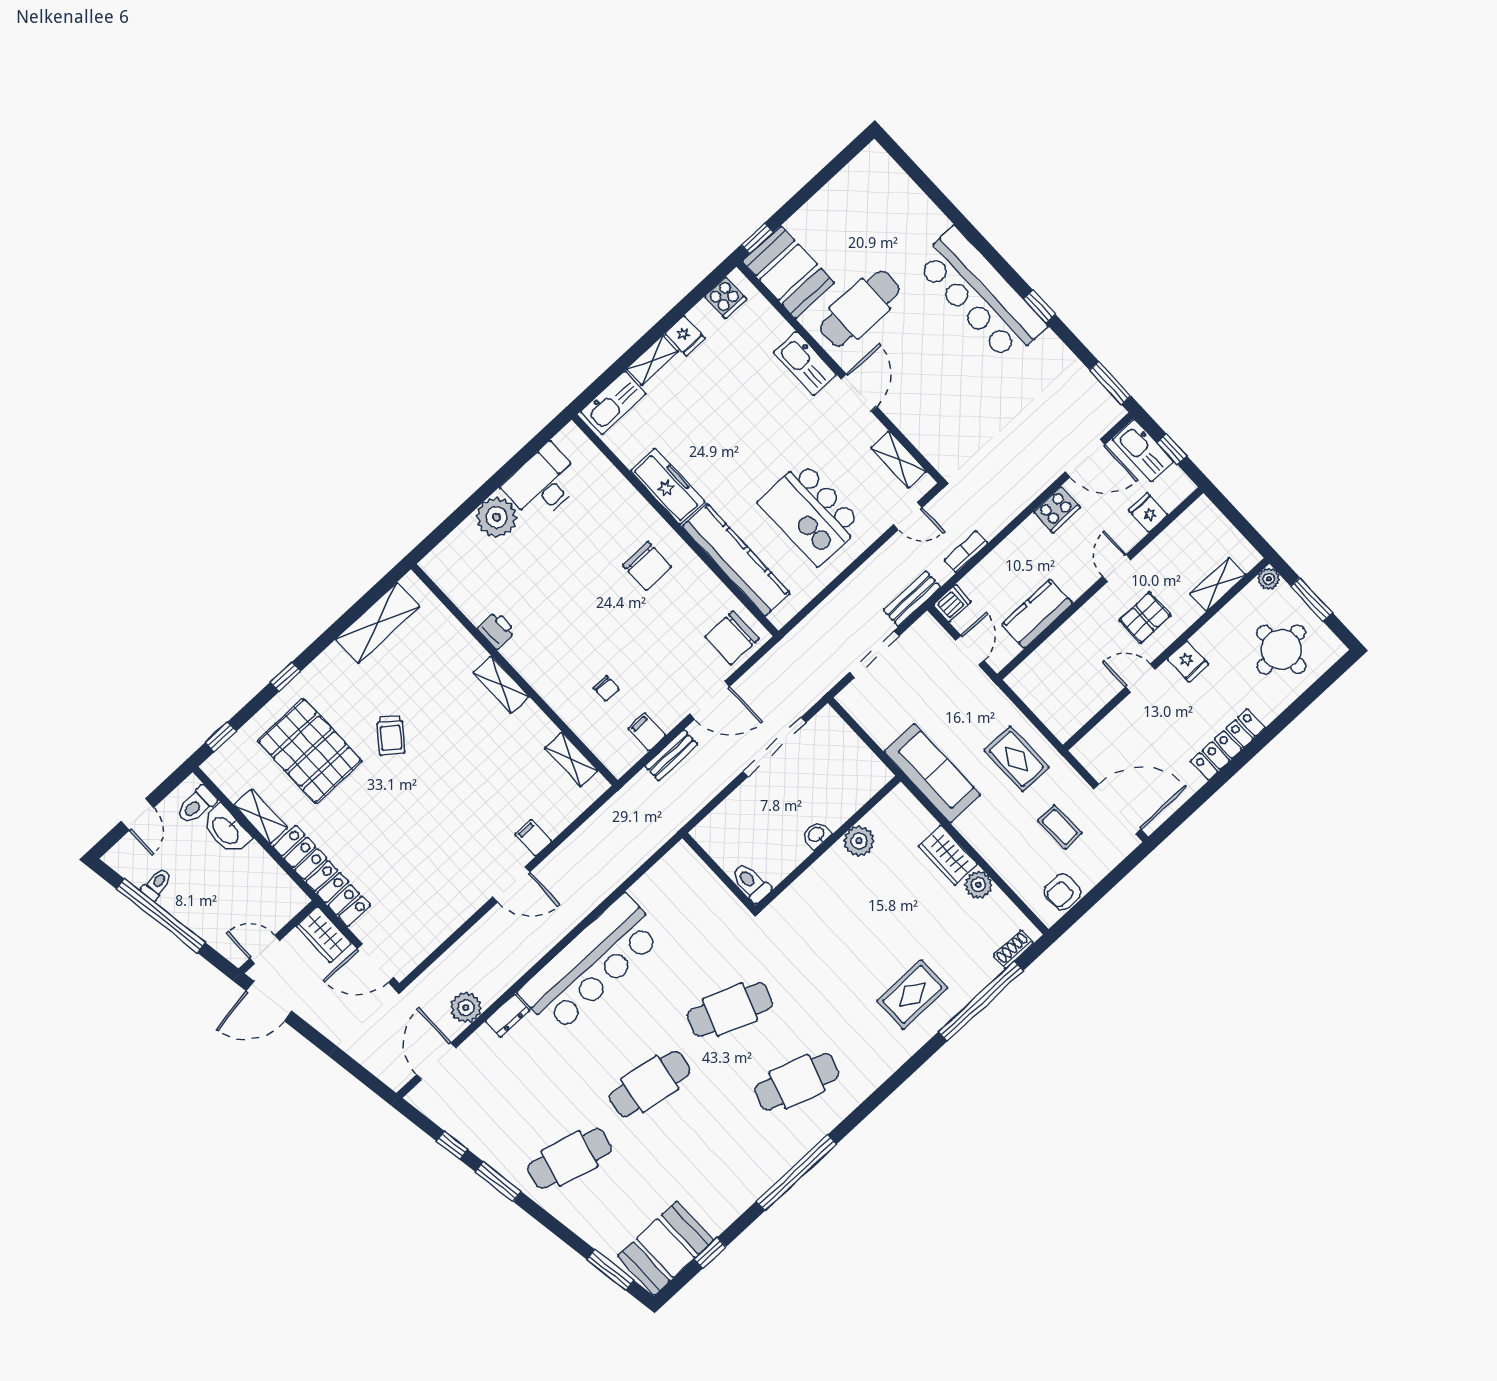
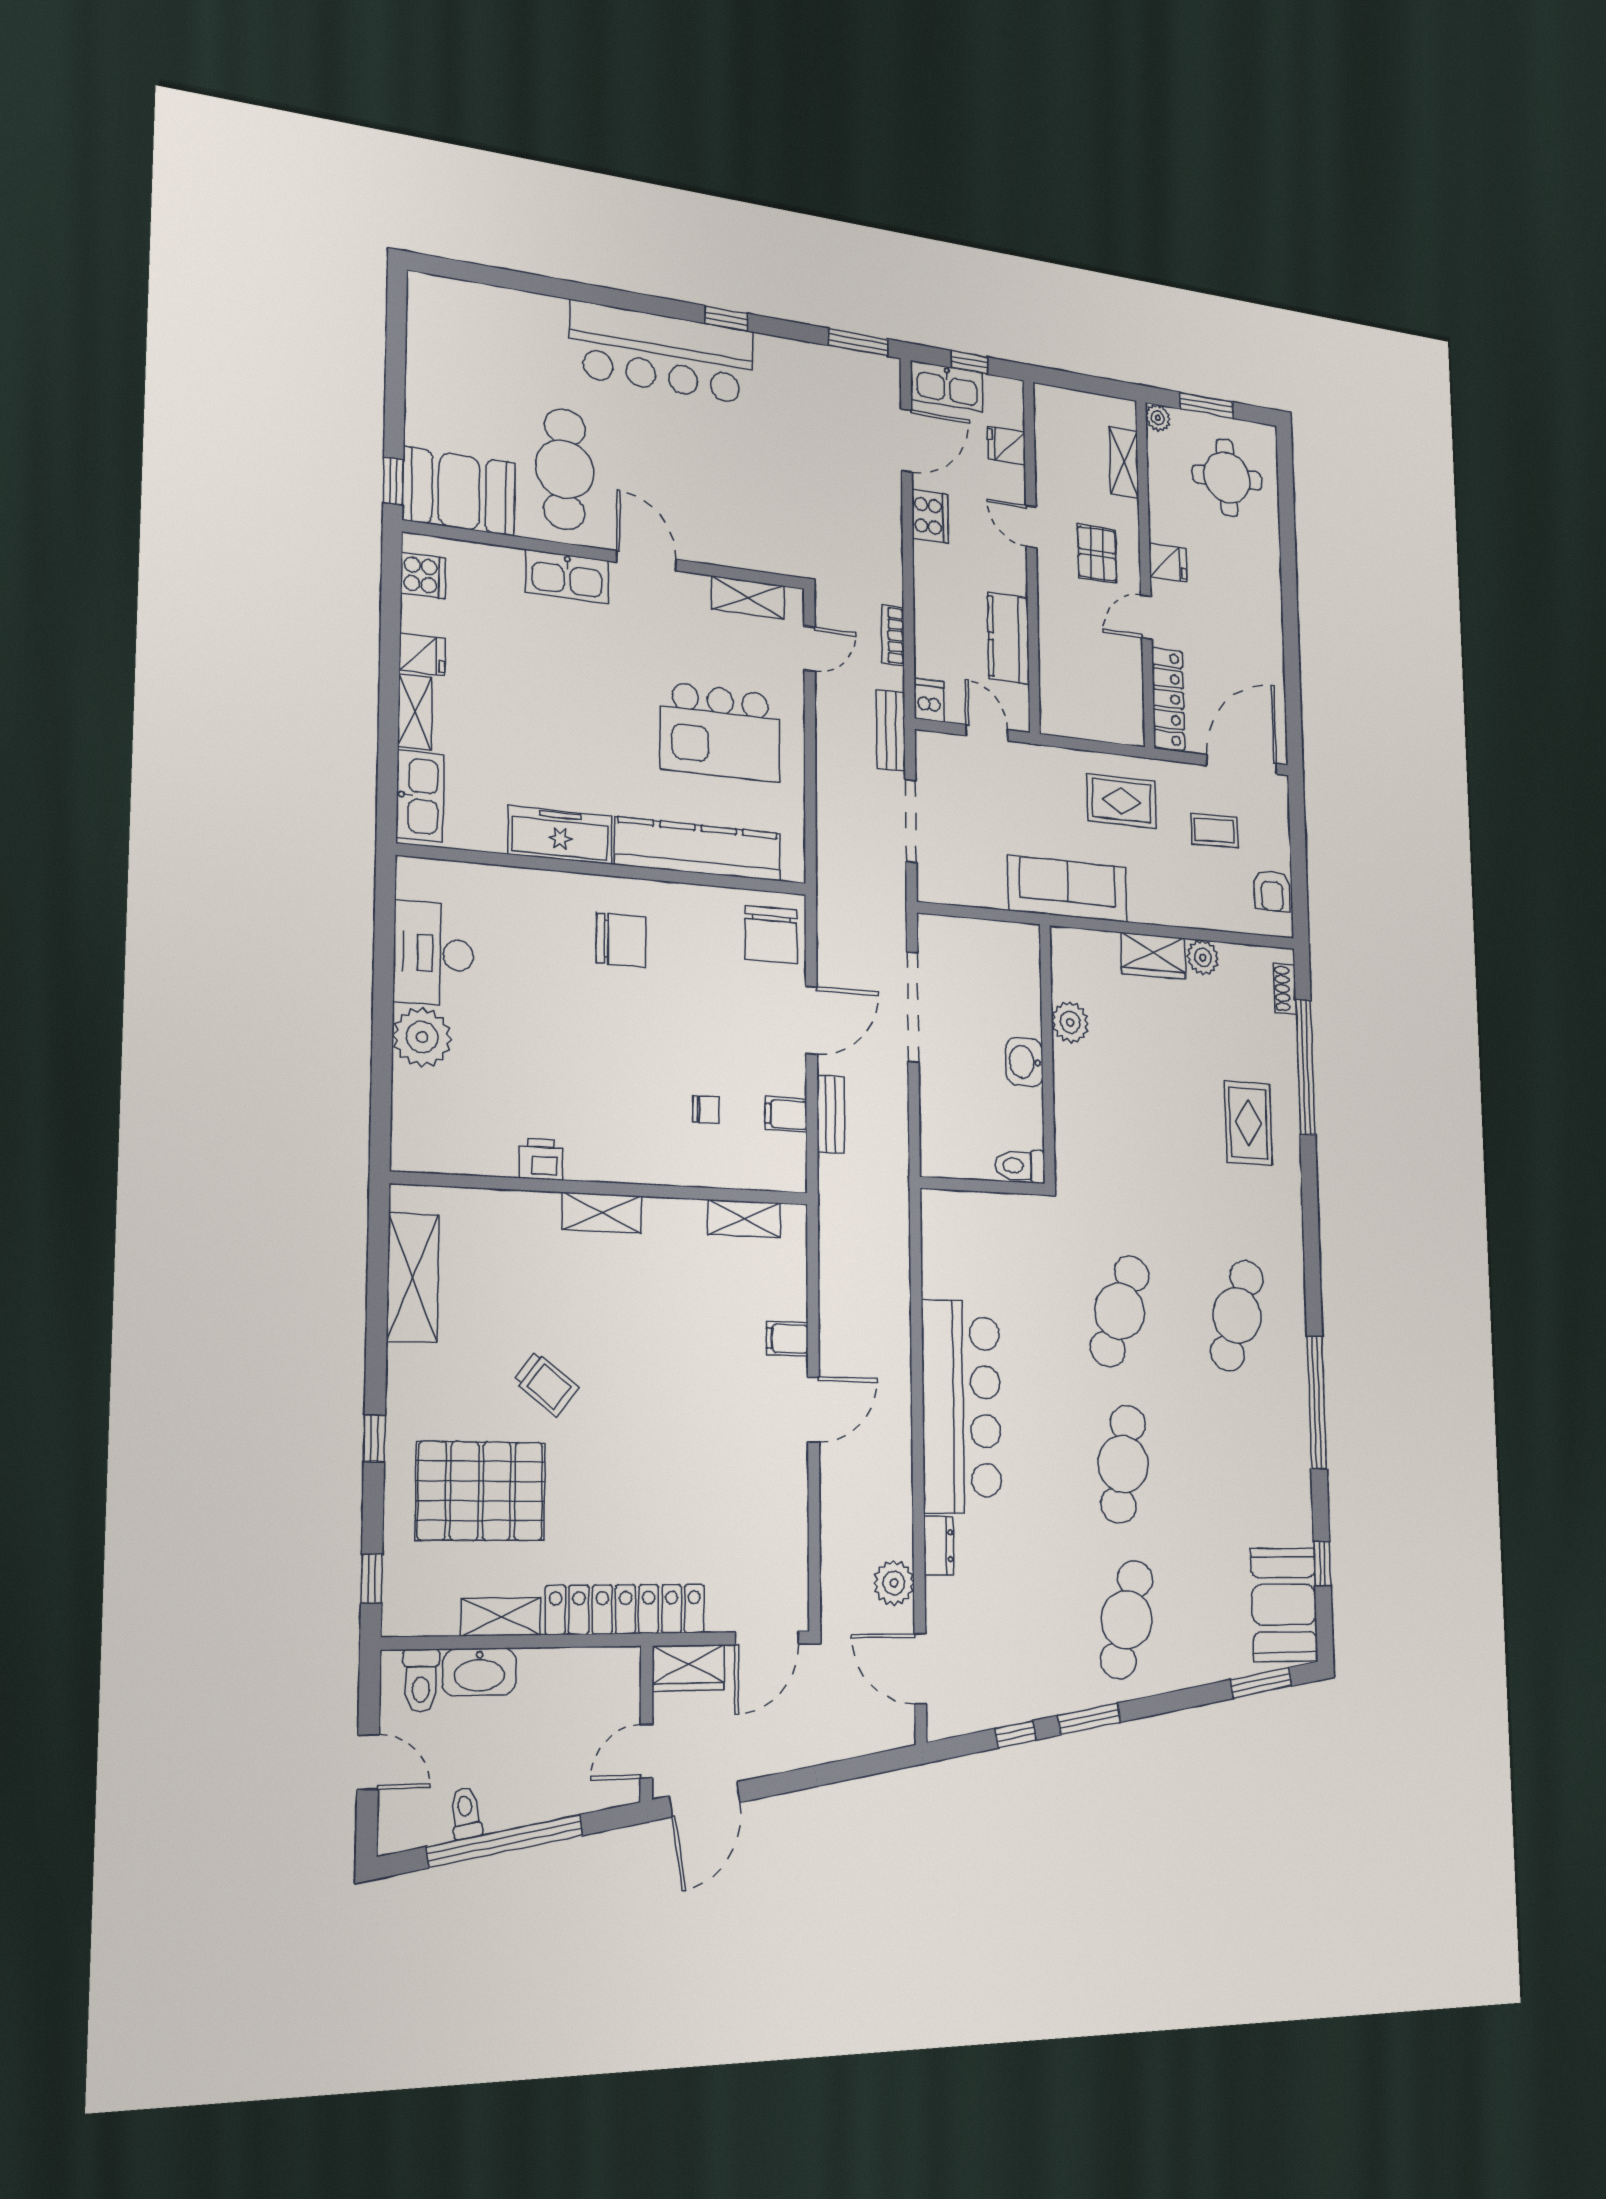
locker: (1228, 745) -> (1168, 699), moved, turned 180
washbasin: (816, 835) -> (1024, 1062), width x1.38, depth x1.45

